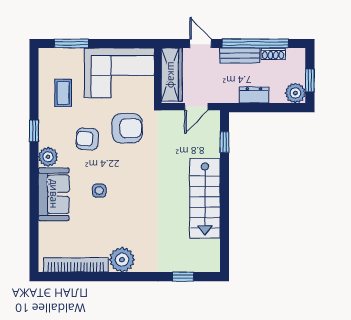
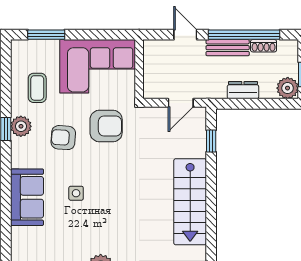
wardrobe: (172, 75) -> (154, 68), removed
plant: (48, 157) -> (21, 126), moved

